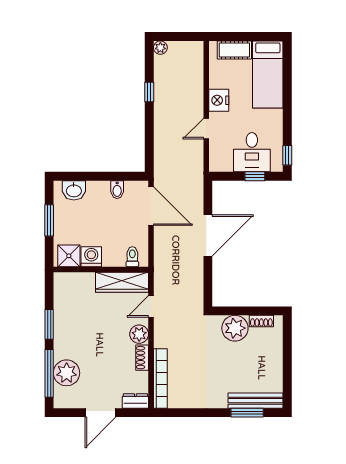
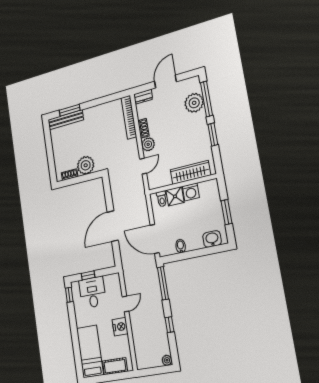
window: (149, 146) -> (163, 283), added
shower: (69, 256) -> (175, 196), moved
wardrobe: (122, 282) -> (190, 173), moved

